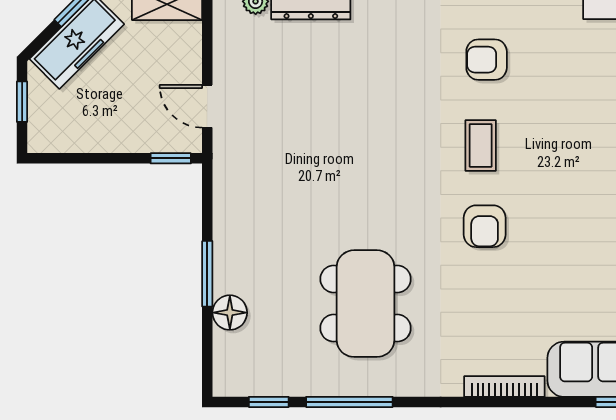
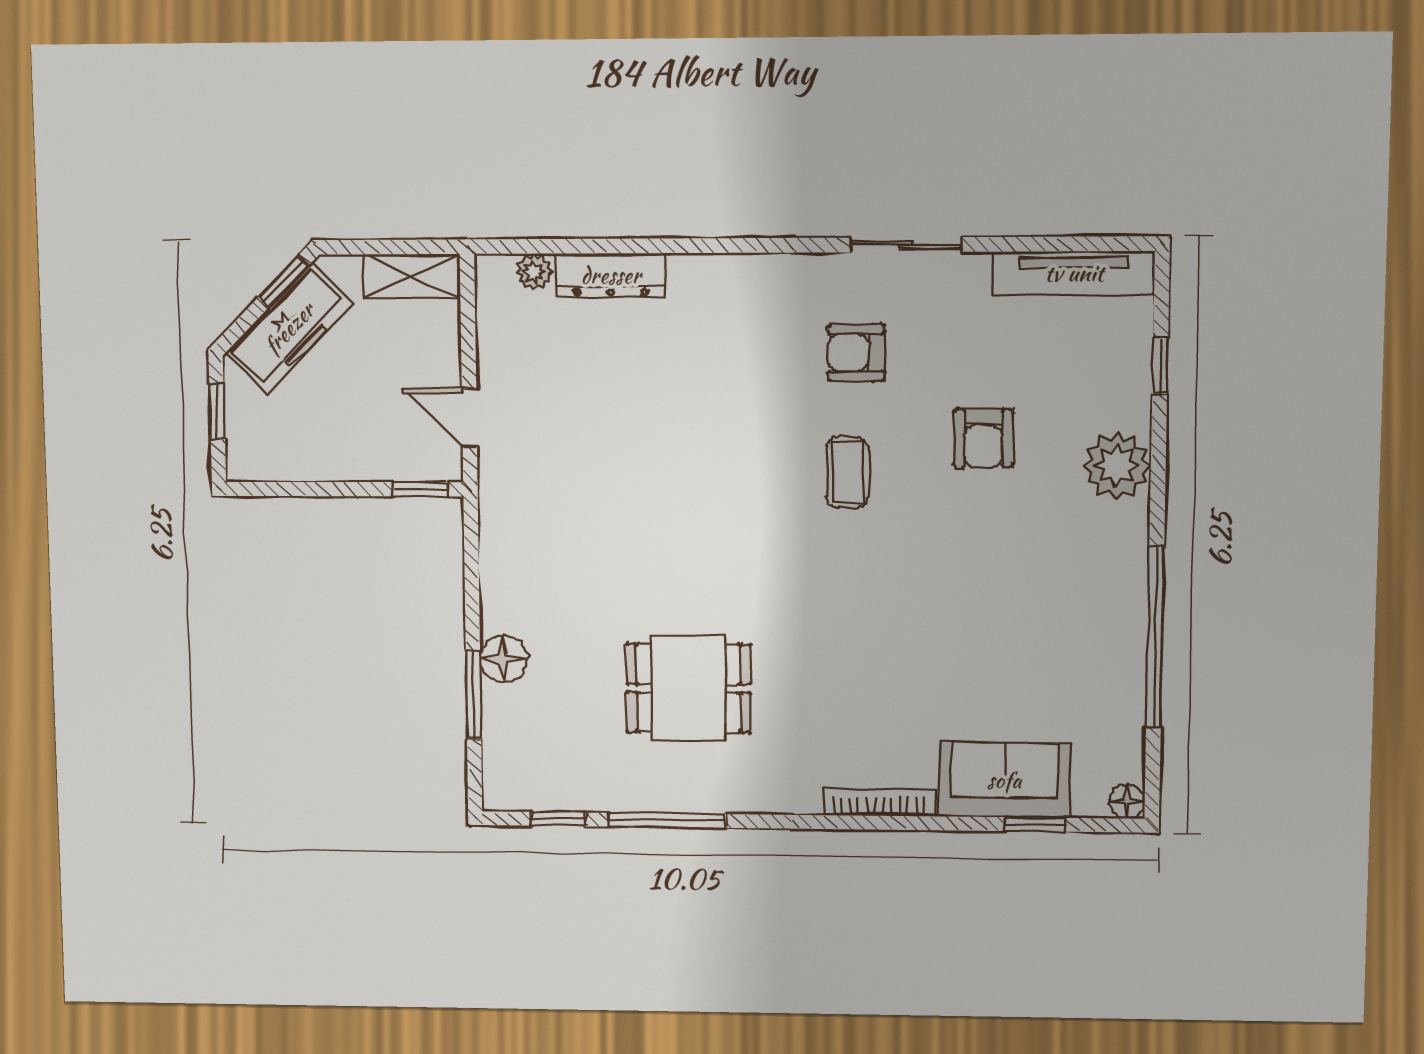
armchair: (485, 226) -> (983, 438), moved
window: (207, 274) -> (473, 695), moved
dining table: (366, 304) -> (689, 688), width x0.73
floor lamp: (230, 313) -> (503, 659), moved

